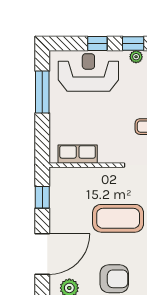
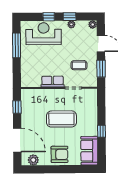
row of seats: (78, 154) -> (53, 81), moved
door: (42, 254) -> (17, 140), hinge flipped

